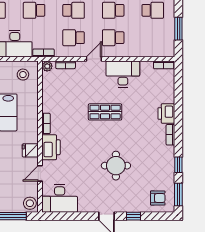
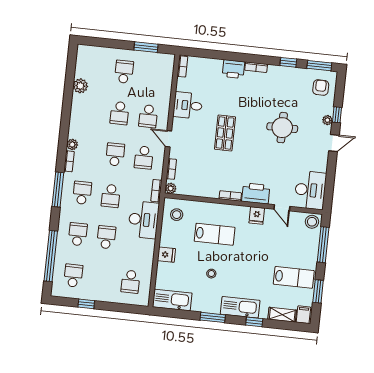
desk: (123, 74) -> (188, 105), width x0.73
plant: (128, 208) -> (327, 120), added

